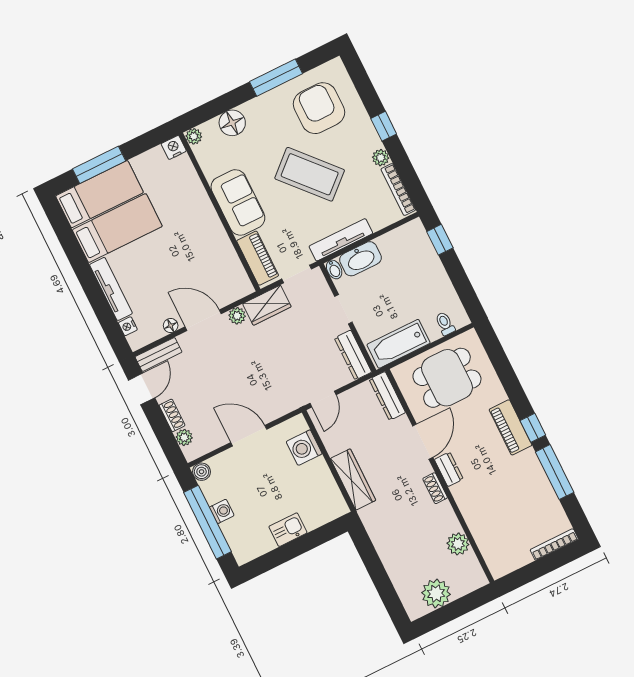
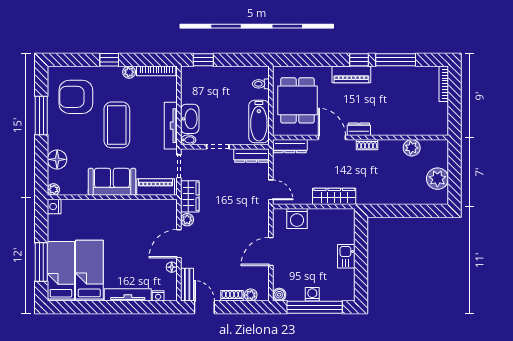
coffee table: (310, 174) -> (117, 125), turned -48

